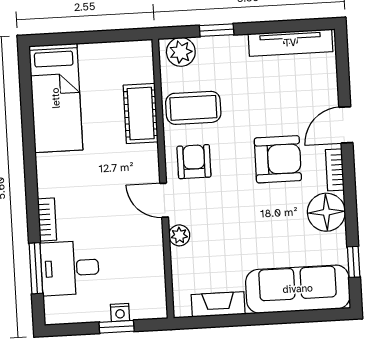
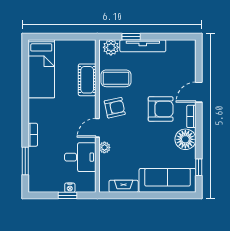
tv unit: (290, 43) -> (143, 46), moved
armchair: (194, 162) -> (115, 108), turned 78
door: (164, 200) -> (97, 128), hinge flipped
desk: (70, 268) -> (80, 157), moved, turned 180

